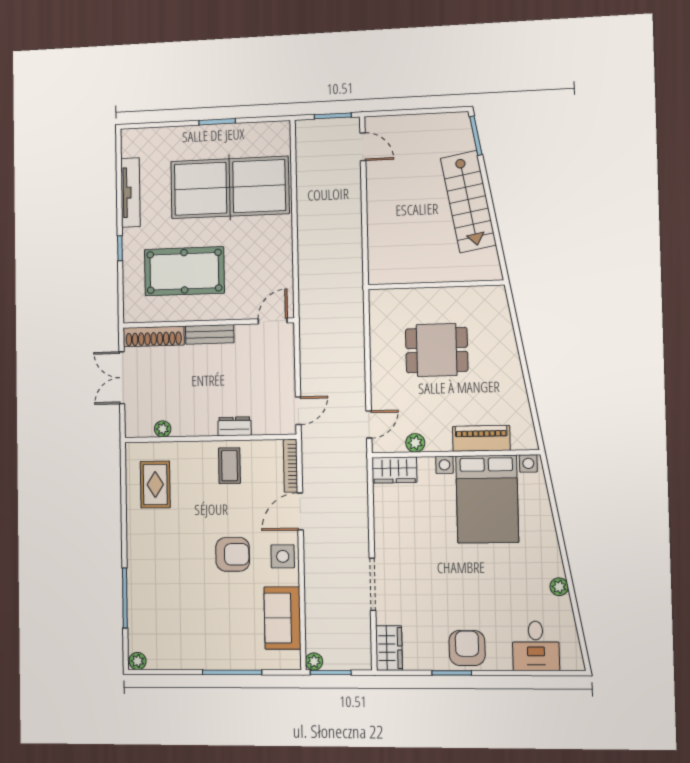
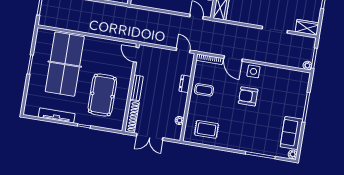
armchair: (233, 554) -> (248, 96), turned -90
sofa: (282, 618) -> (291, 133), moved, turned 90

